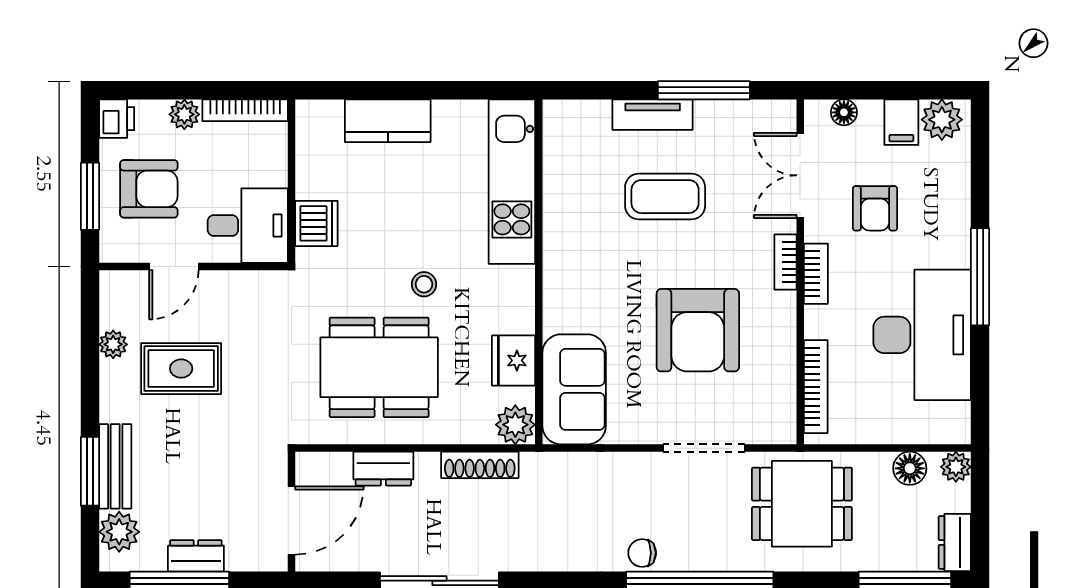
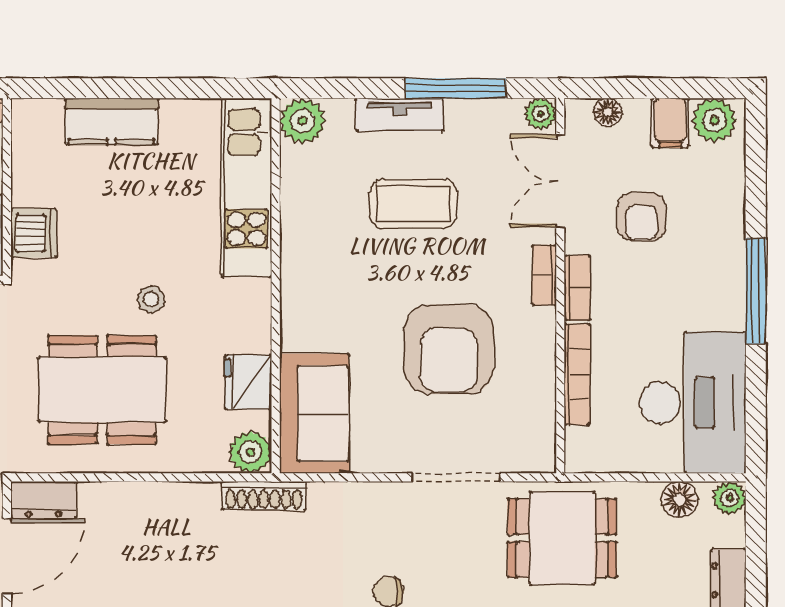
plant: (782, 114) -> (541, 114), added
plant: (563, 120) -> (302, 121), added
desk: (922, 335) -> (693, 403), moved
bookcase: (816, 387) -> (577, 374), moved
shoe rack: (480, 465) -> (264, 496), moved
dresser: (383, 469) -> (44, 500), moved

